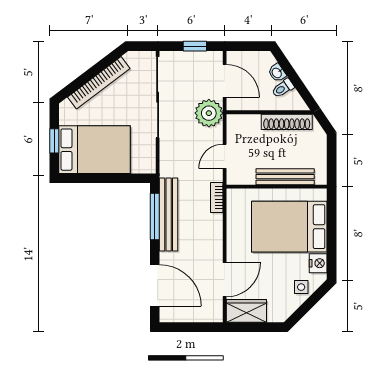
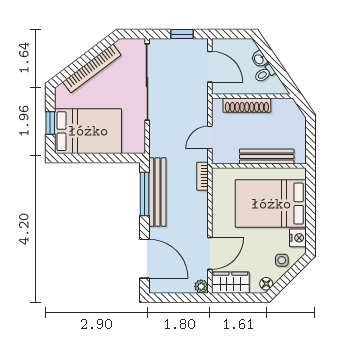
plant: (209, 113) -> (201, 286), moved, width x0.53, depth x0.53
shoe rack: (287, 122) -> (247, 105), moved
floor lamp: (285, 312) -> (266, 284), added

